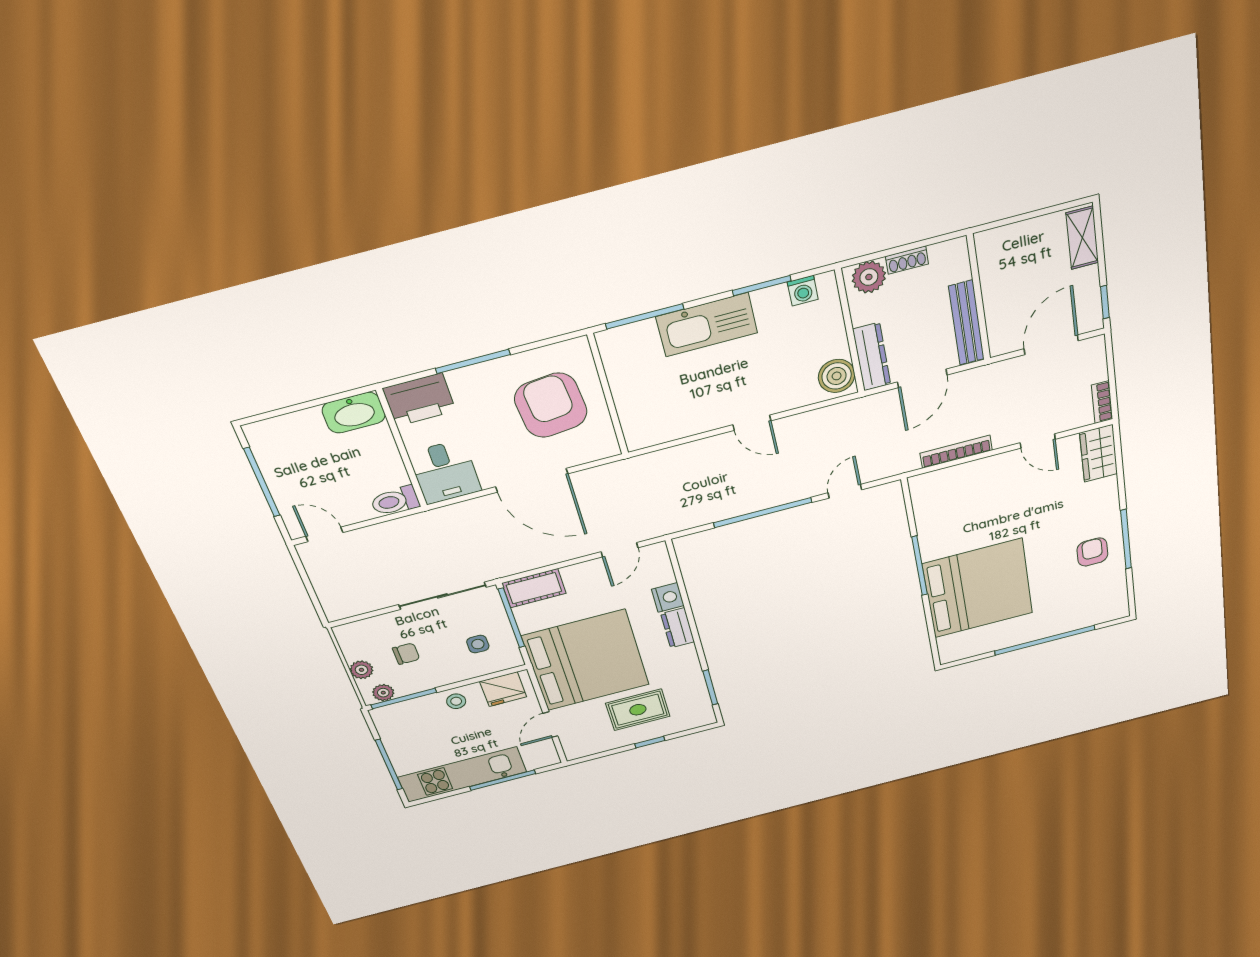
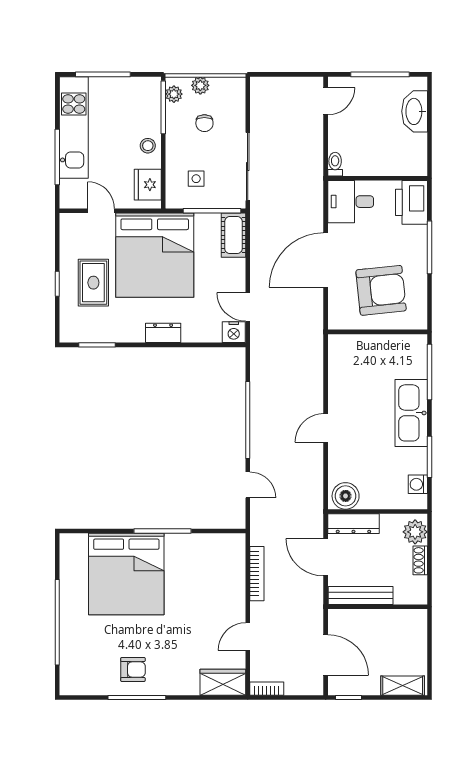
washbasin: (354, 413) -> (415, 111), moved
toilet: (395, 501) -> (335, 164), width x0.73, depth x0.72
nightstand: (668, 597) -> (234, 332), moved

